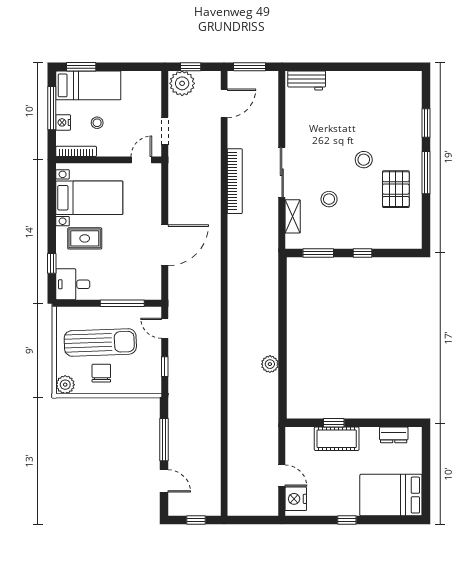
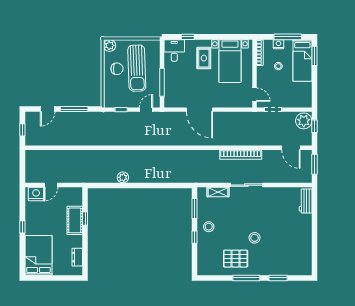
stool: (329, 199) -> (209, 227), moved

